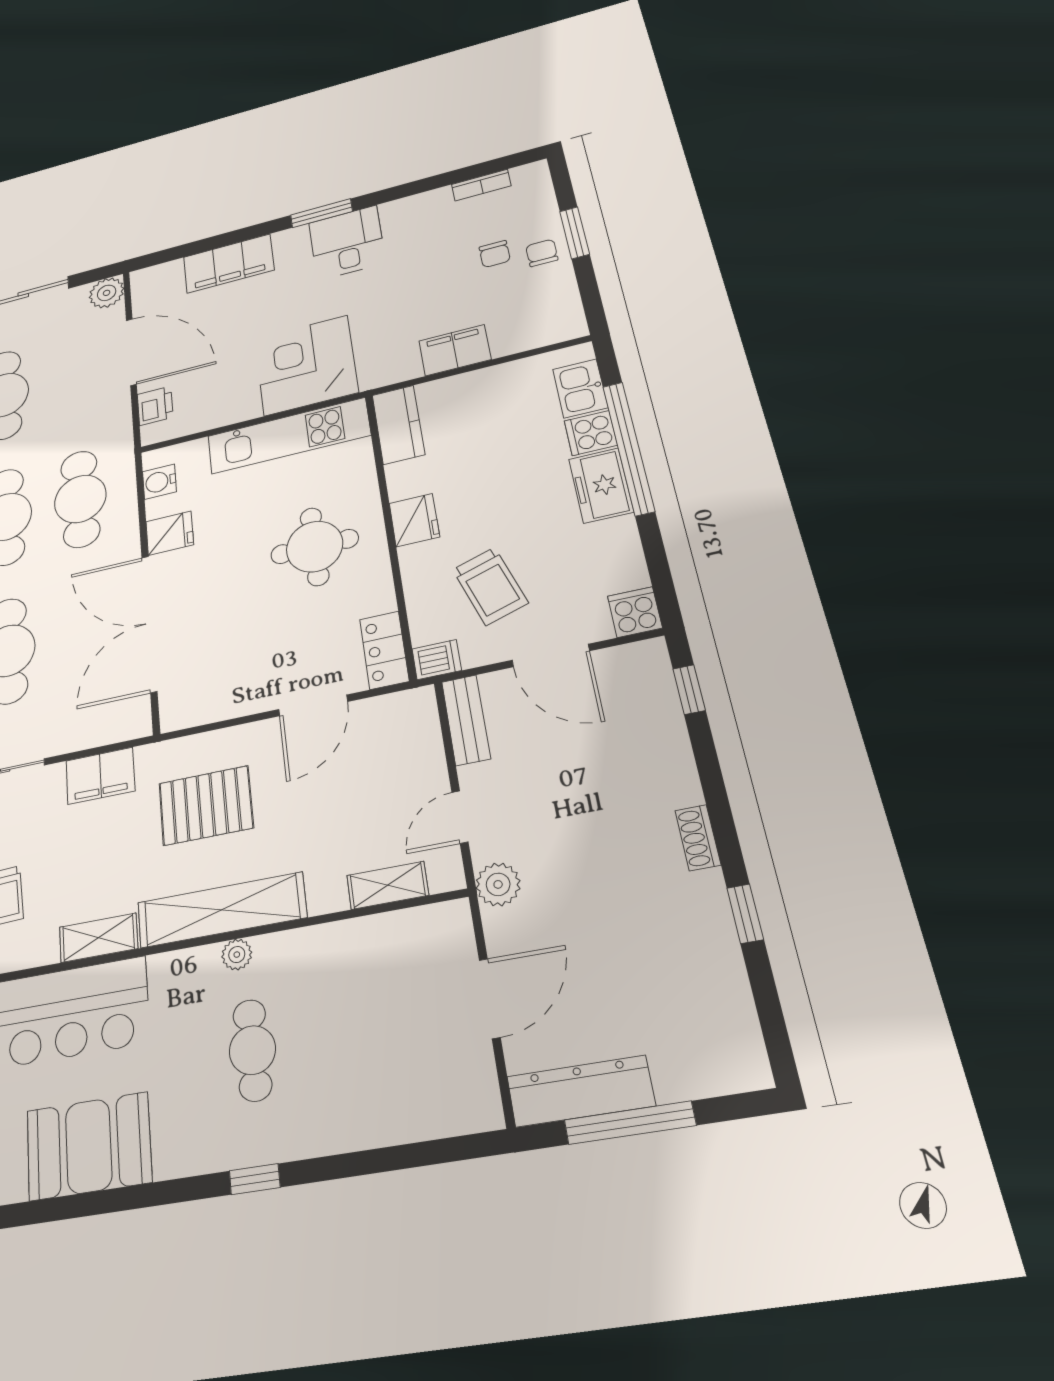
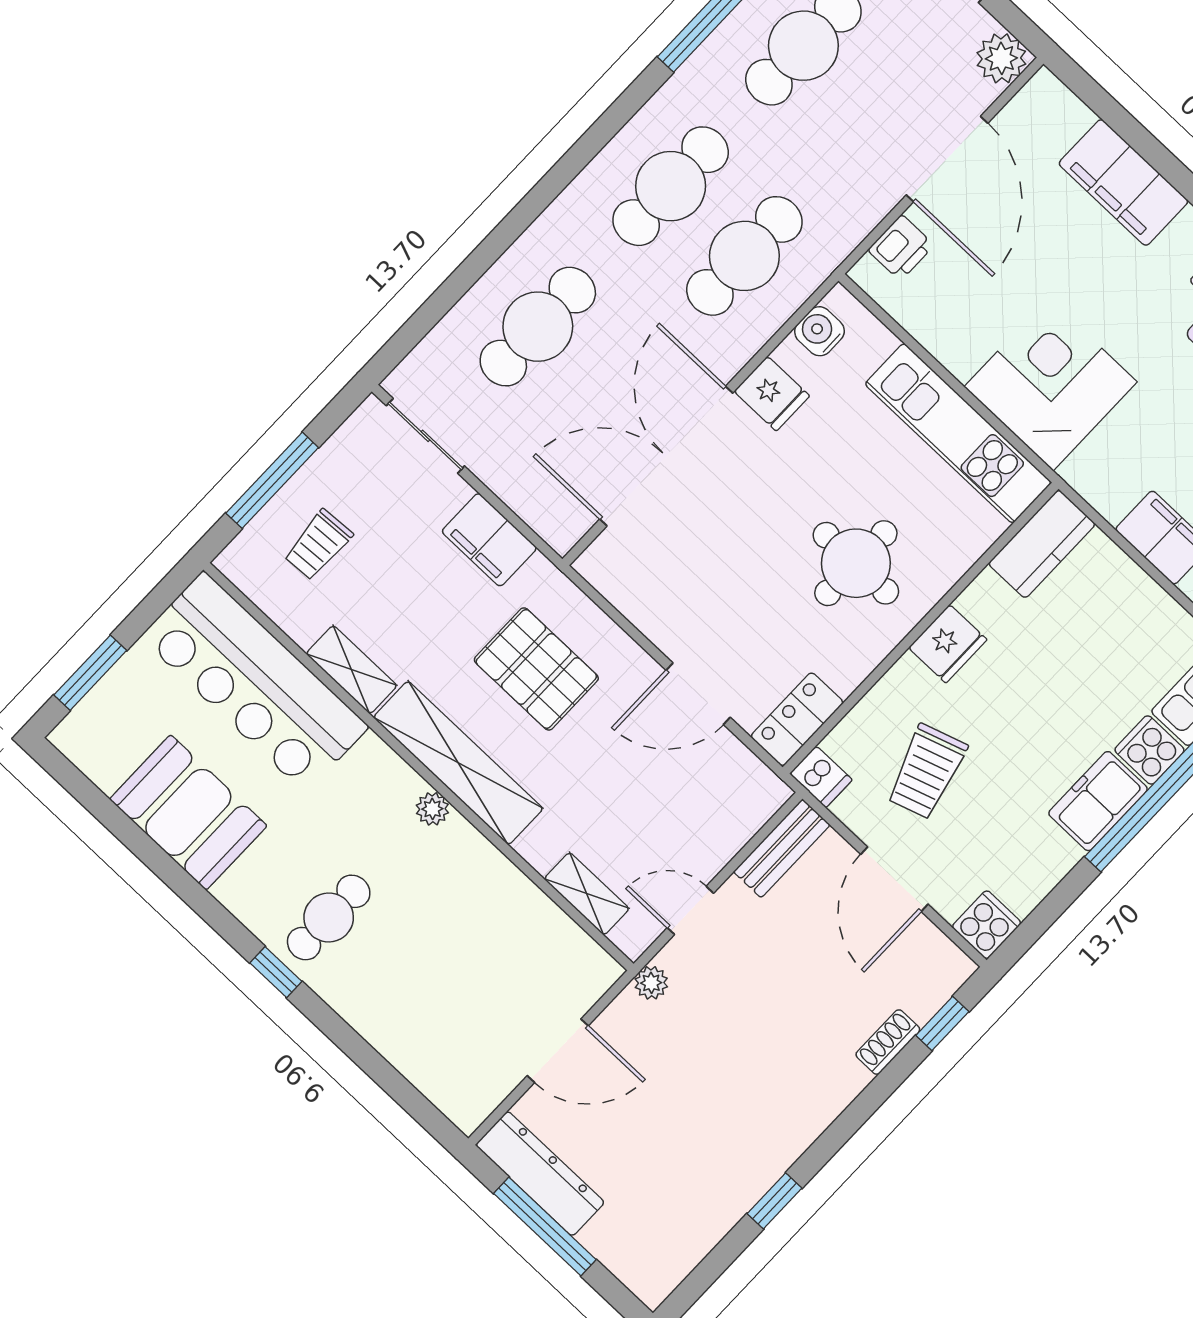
shoe rack: (698, 838) -> (888, 1042), moved
plant: (498, 884) -> (651, 983), width x0.73, depth x0.73
cafe table: (252, 1050) -> (329, 917), moved

